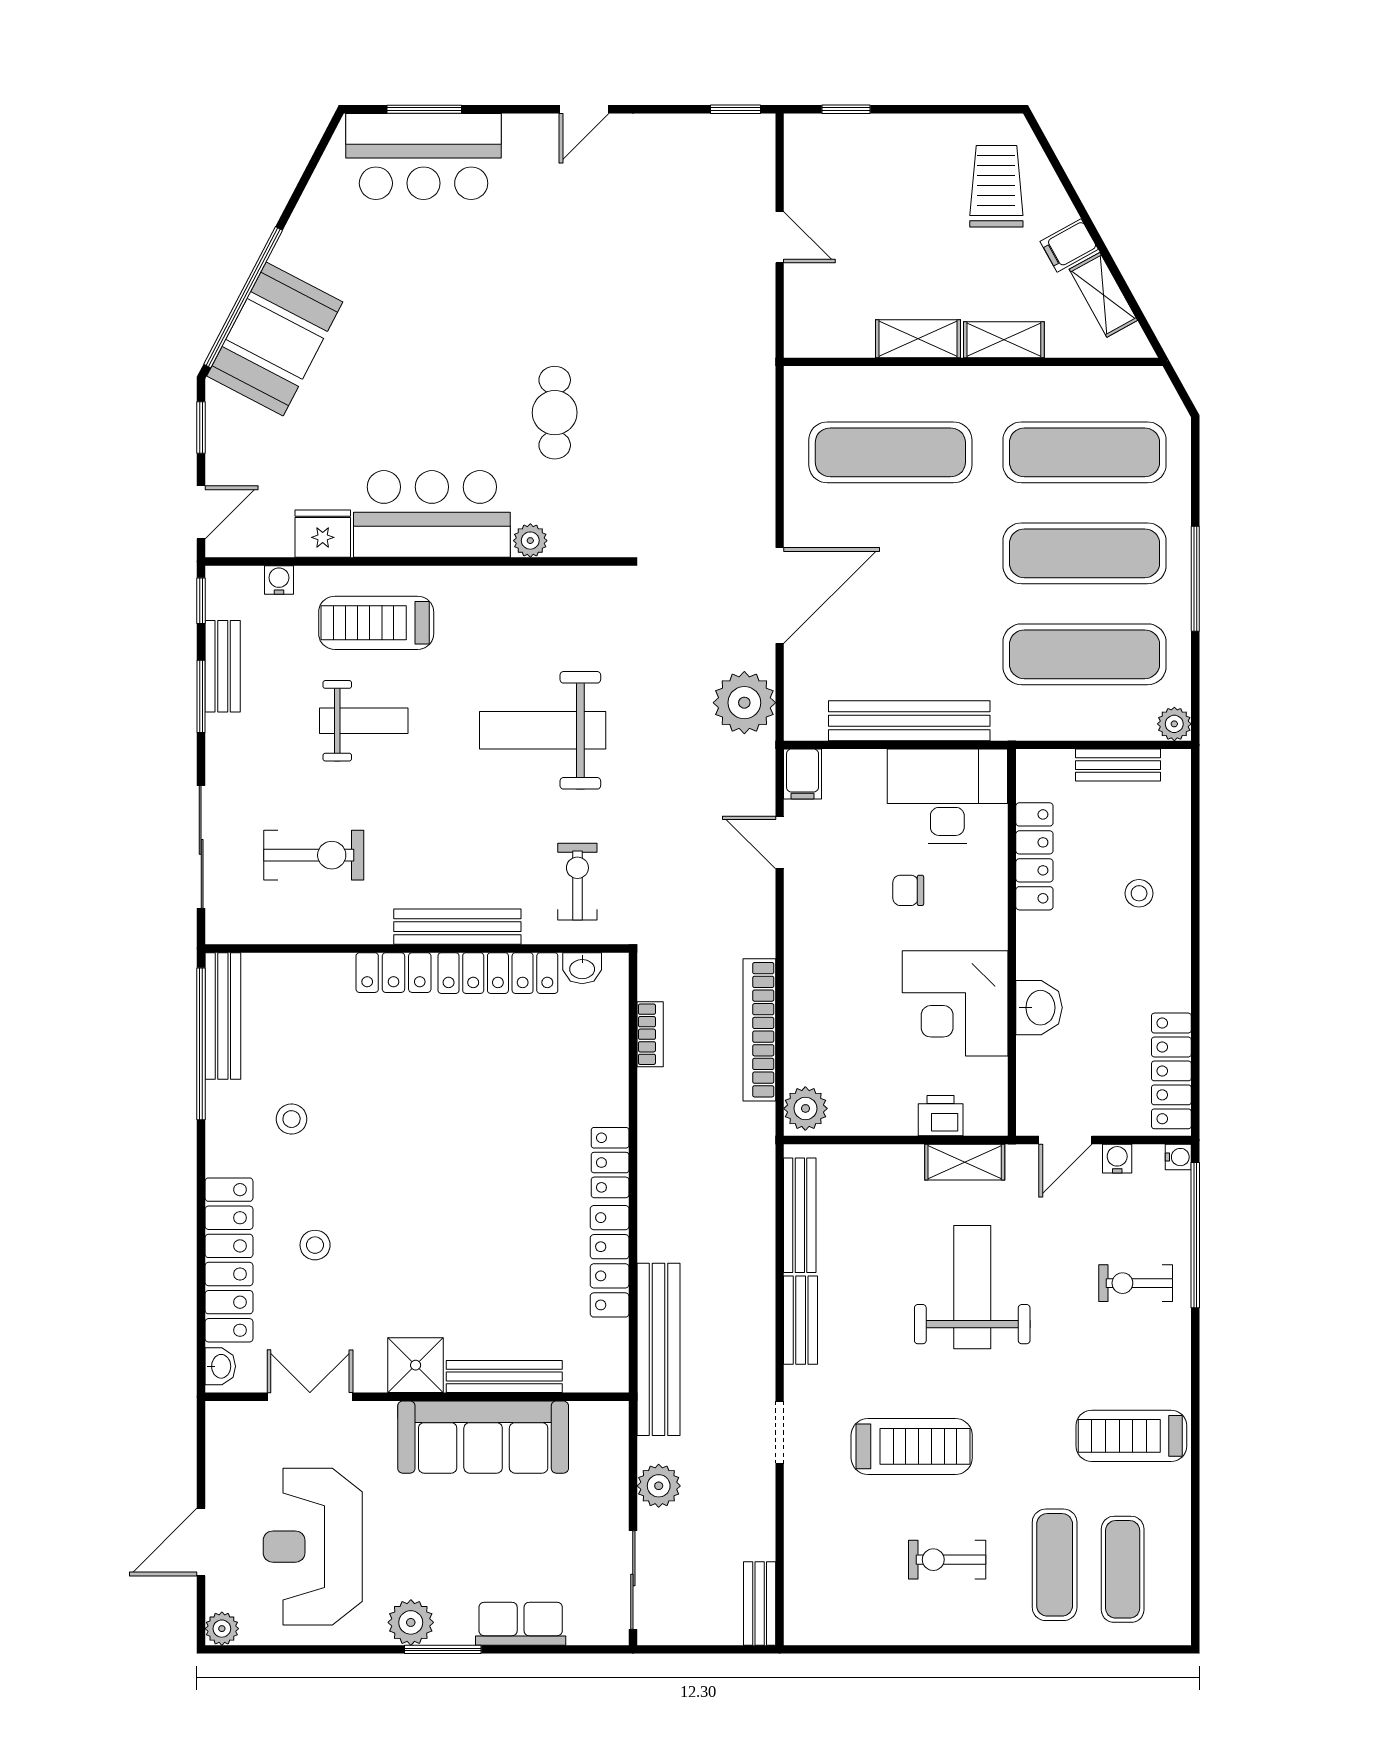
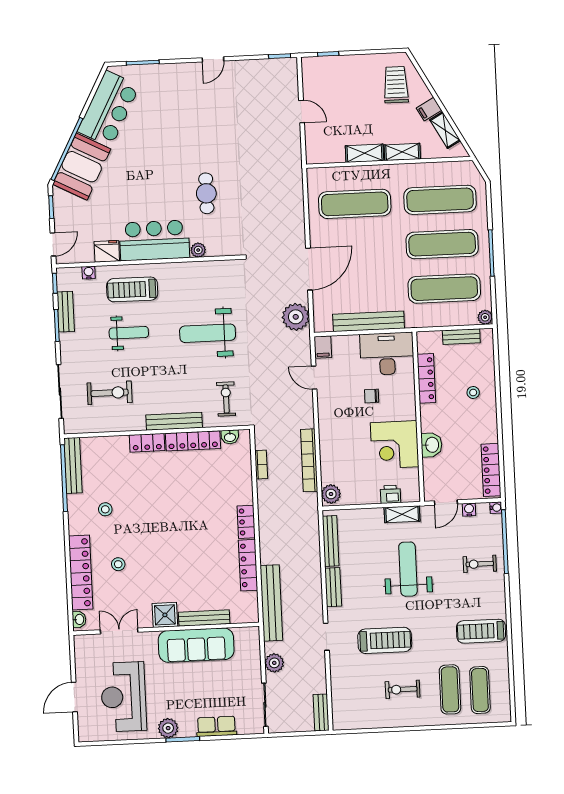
bar counter: (424, 156) -> (109, 109), moved, turned -62
plant: (222, 1629) -> (85, 735), removed

